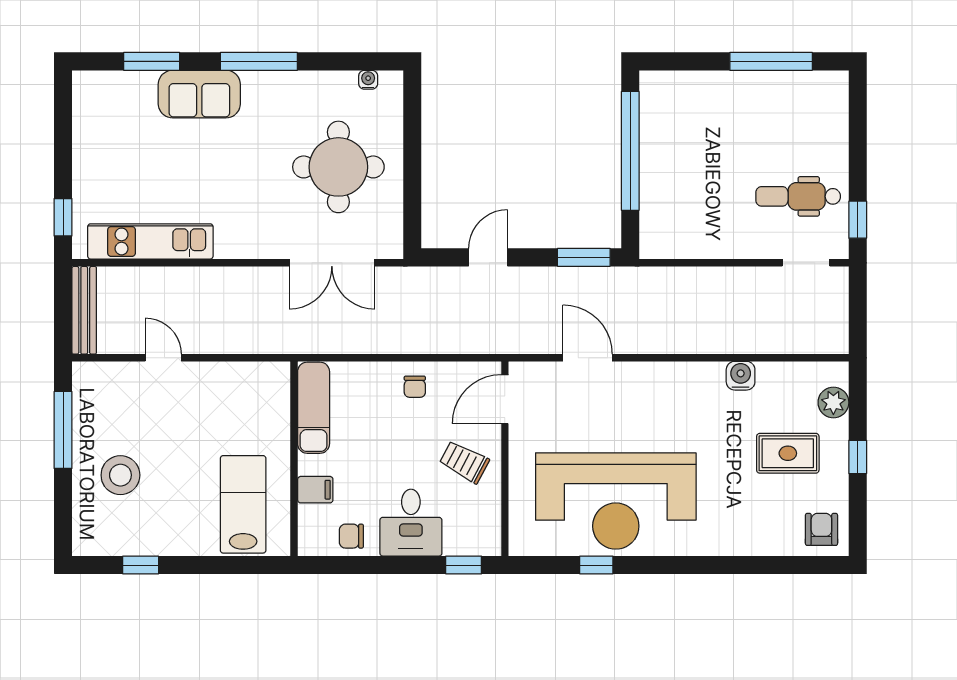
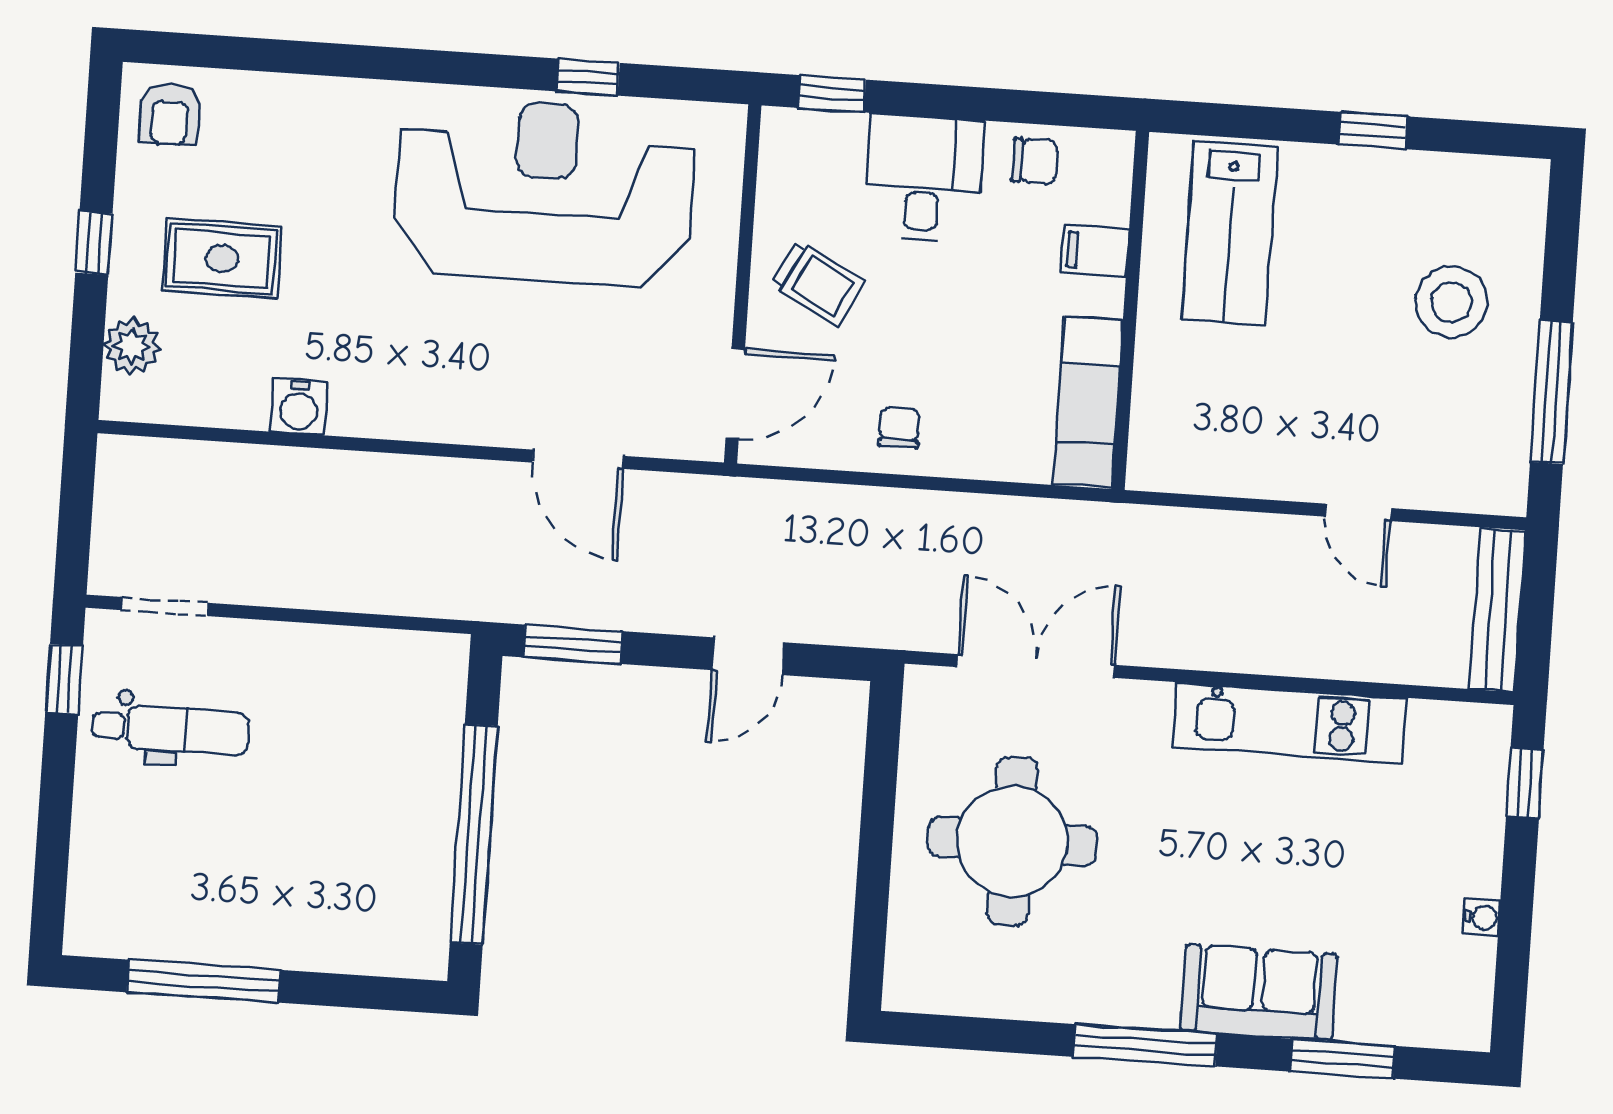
water cooler: (368, 80) -> (1482, 917), moved, turned -90
kitchen unit: (150, 241) -> (1289, 722), moved
window: (141, 565) -> (1373, 131), moved

